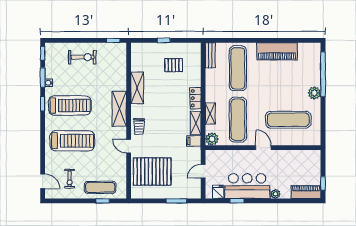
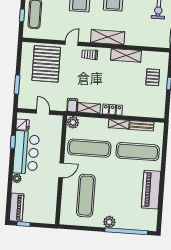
bench: (210, 55) -> (142, 126), moved
pallet: (174, 65) -> (153, 77), moved
shelving: (210, 114) -> (119, 124), moved

